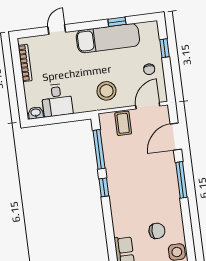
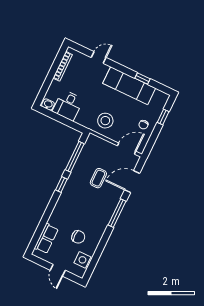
coffee table: (123, 123) -> (98, 178), moved

